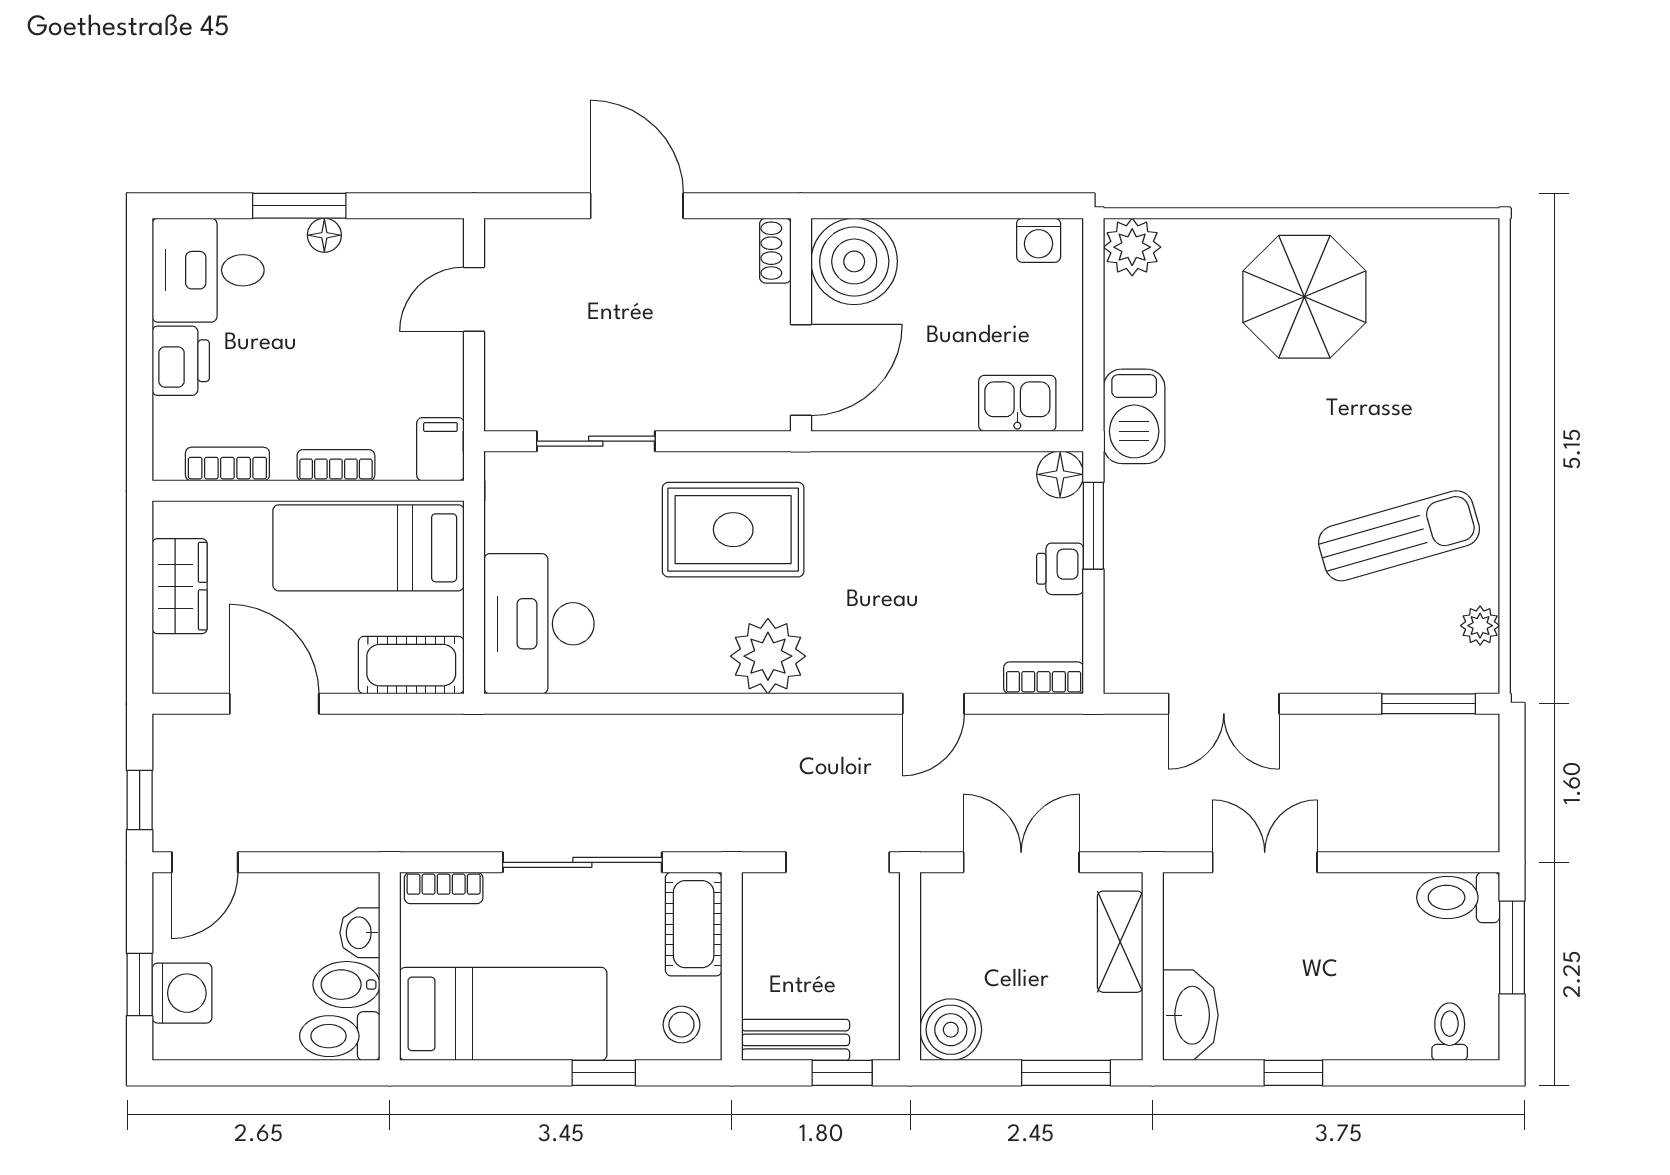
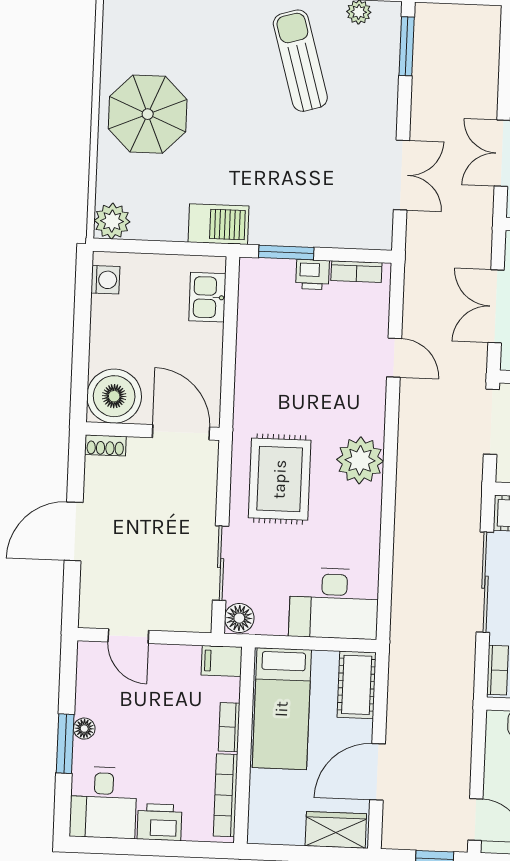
bookcase: (227, 464) -> (226, 795), width x1.56
floor lamp: (1060, 474) -> (239, 618), moved
wardrobe: (180, 586) -> (336, 830), moved
bookcase: (1044, 678) -> (356, 272), moved, turned -90

